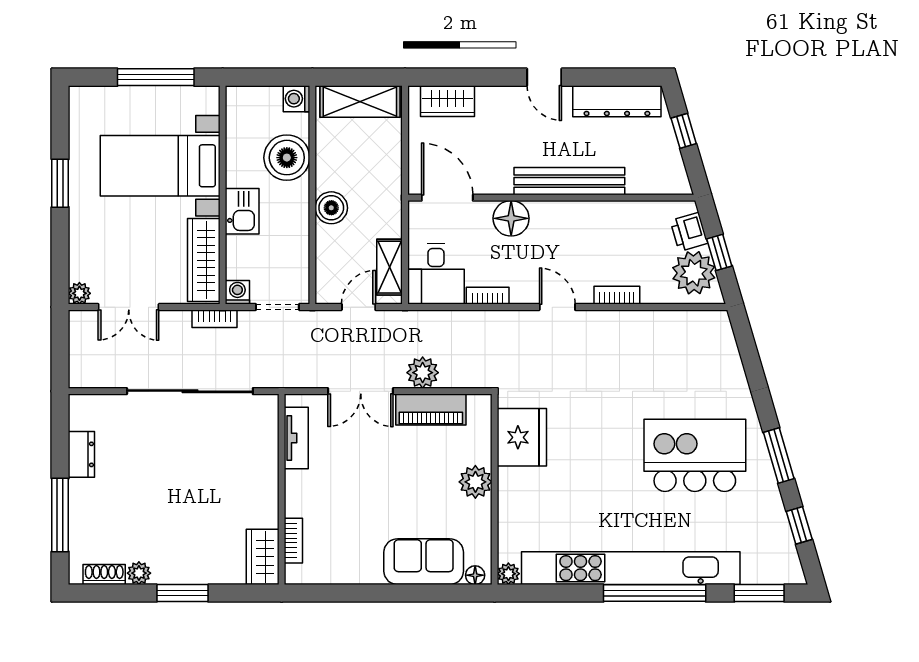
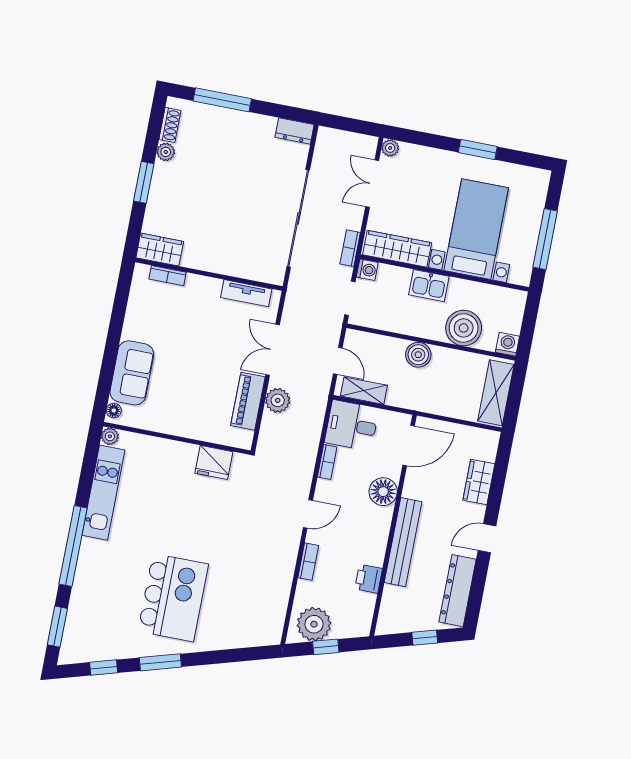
wardrobe: (447, 101) -> (479, 482), moved
printer: (689, 232) -> (369, 579), moved, turned -74
fridge: (522, 437) -> (214, 462), width x0.73, depth x0.75
dresser: (81, 454) -> (295, 131), moved
plant: (475, 482) -> (186, 425), removed
kitchen unit: (631, 568) -> (103, 493), width x0.54

